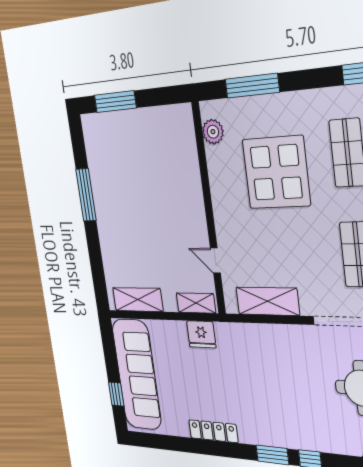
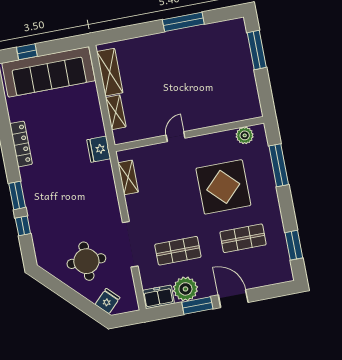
door: (215, 261) -> (176, 137), moved
shelving: (267, 301) -> (128, 177), width x0.67, depth x0.75
shelving: (196, 303) -> (116, 112), moved
fridge: (201, 334) -> (99, 149), moved

